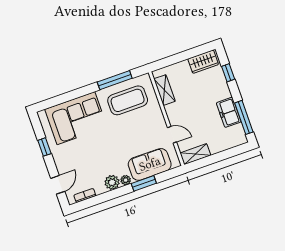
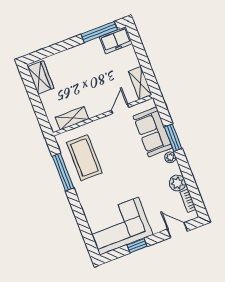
window: (228, 73) -> (52, 50), removed
freezer: (229, 112) -> (116, 40), moved
corner sofa: (76, 118) -> (119, 226), moved, turned -90
plant: (112, 182) -> (177, 183), moved

